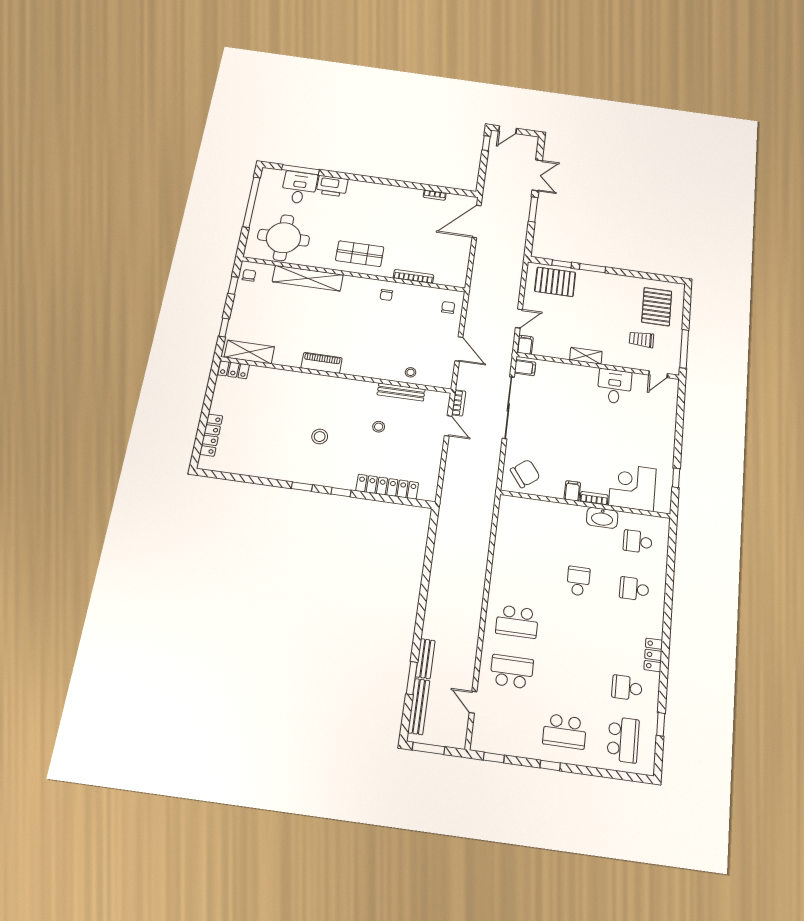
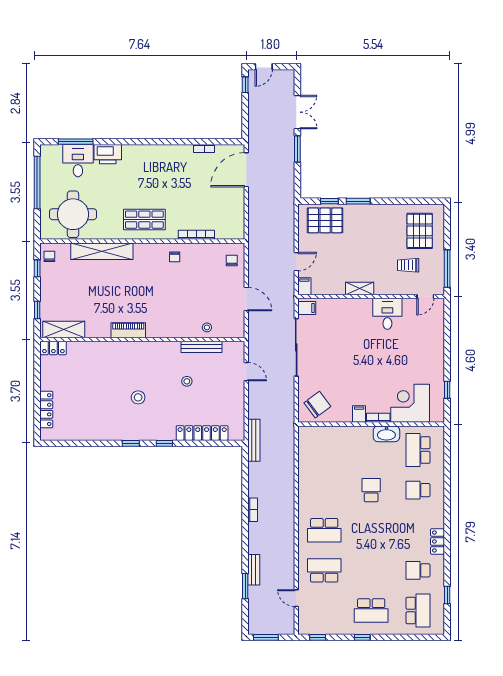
bookcase: (459, 403) -> (253, 510), moved
school desk: (638, 542) -> (418, 450), width x1.85
bench: (419, 707) -> (254, 440), moved

